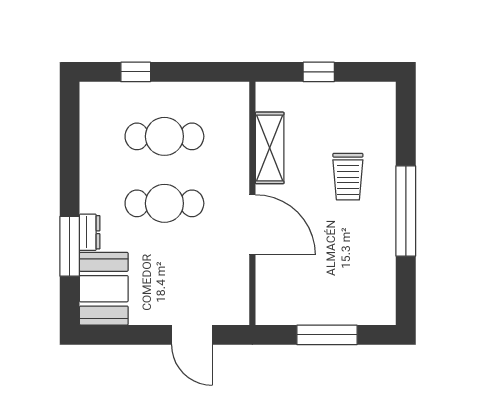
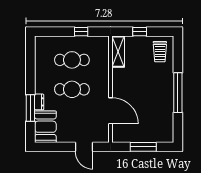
window: (136, 72) -> (81, 32), moved
shelving: (270, 148) -> (118, 52), moved
trolley: (348, 177) -> (160, 52), moved
door: (252, 225) -> (111, 111), moved

